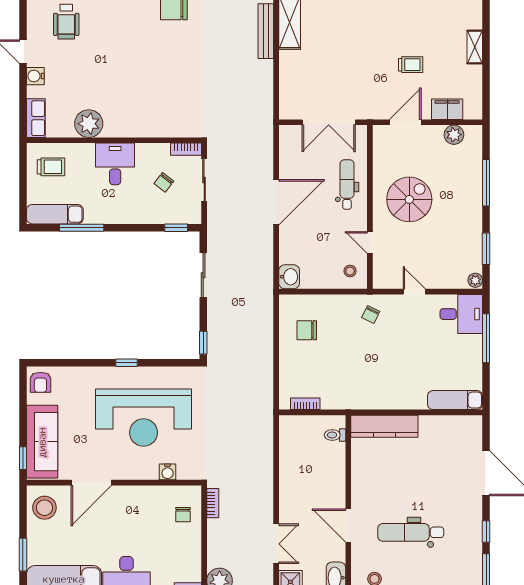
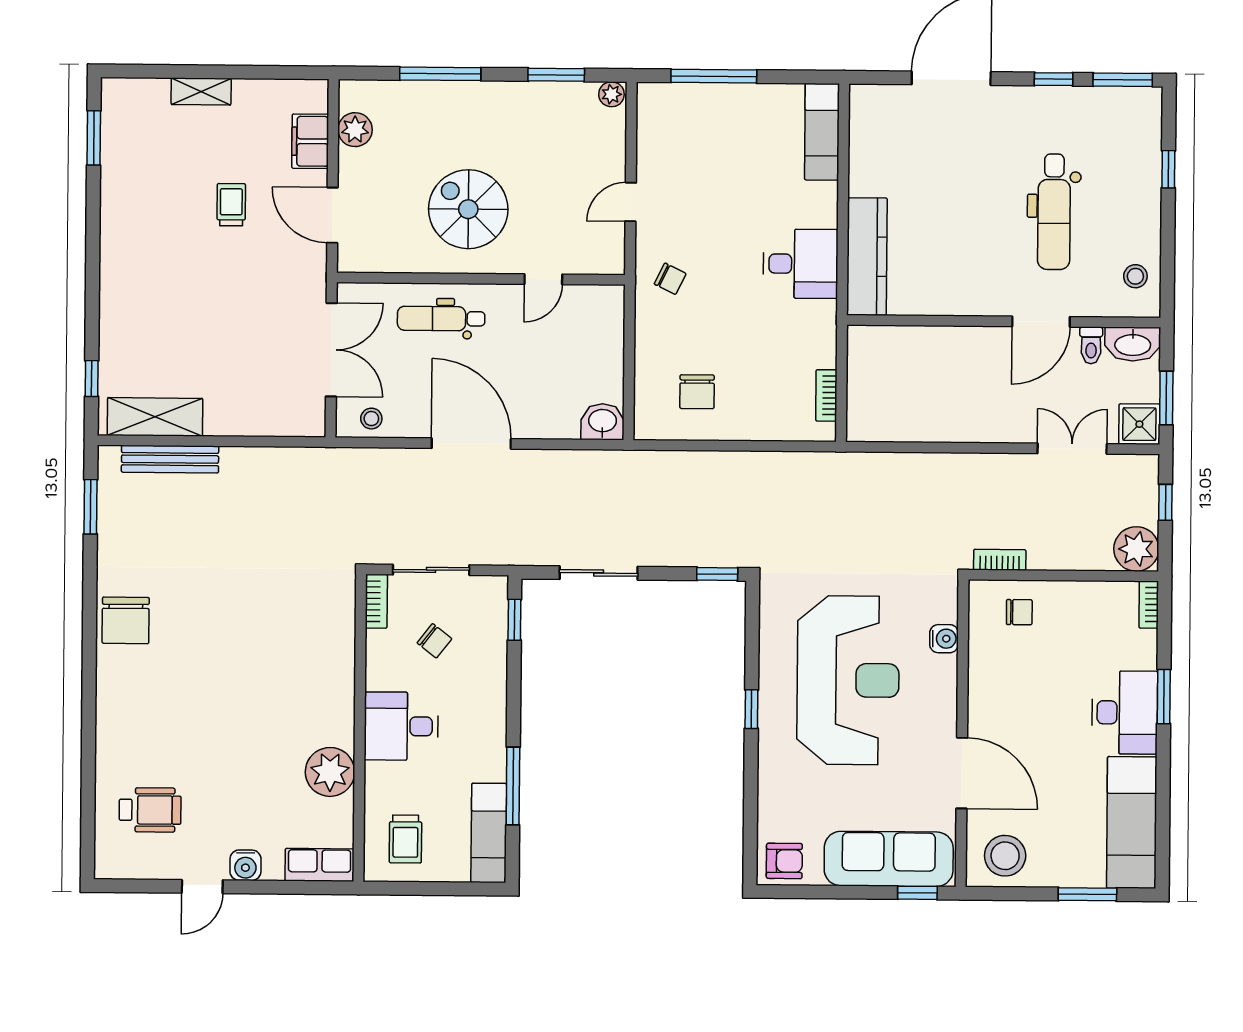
trolley: (51, 167) -> (405, 839), turned 180
stool: (350, 271) -> (371, 419), moved
desk: (461, 314) -> (800, 264), moved, turned 90
toilet: (335, 435) -> (1091, 345), moved

